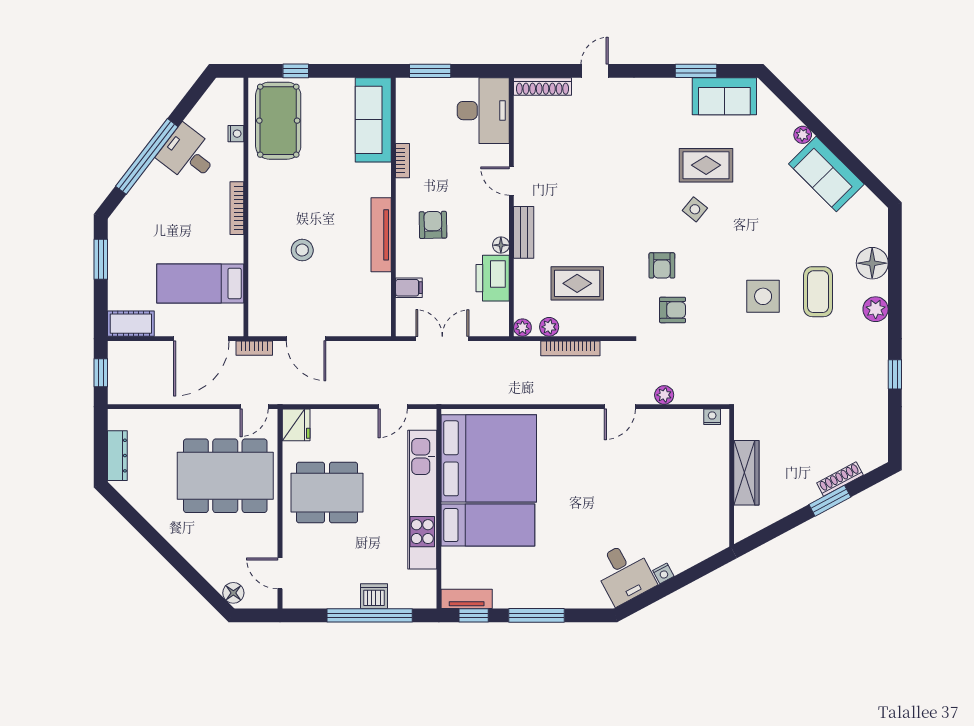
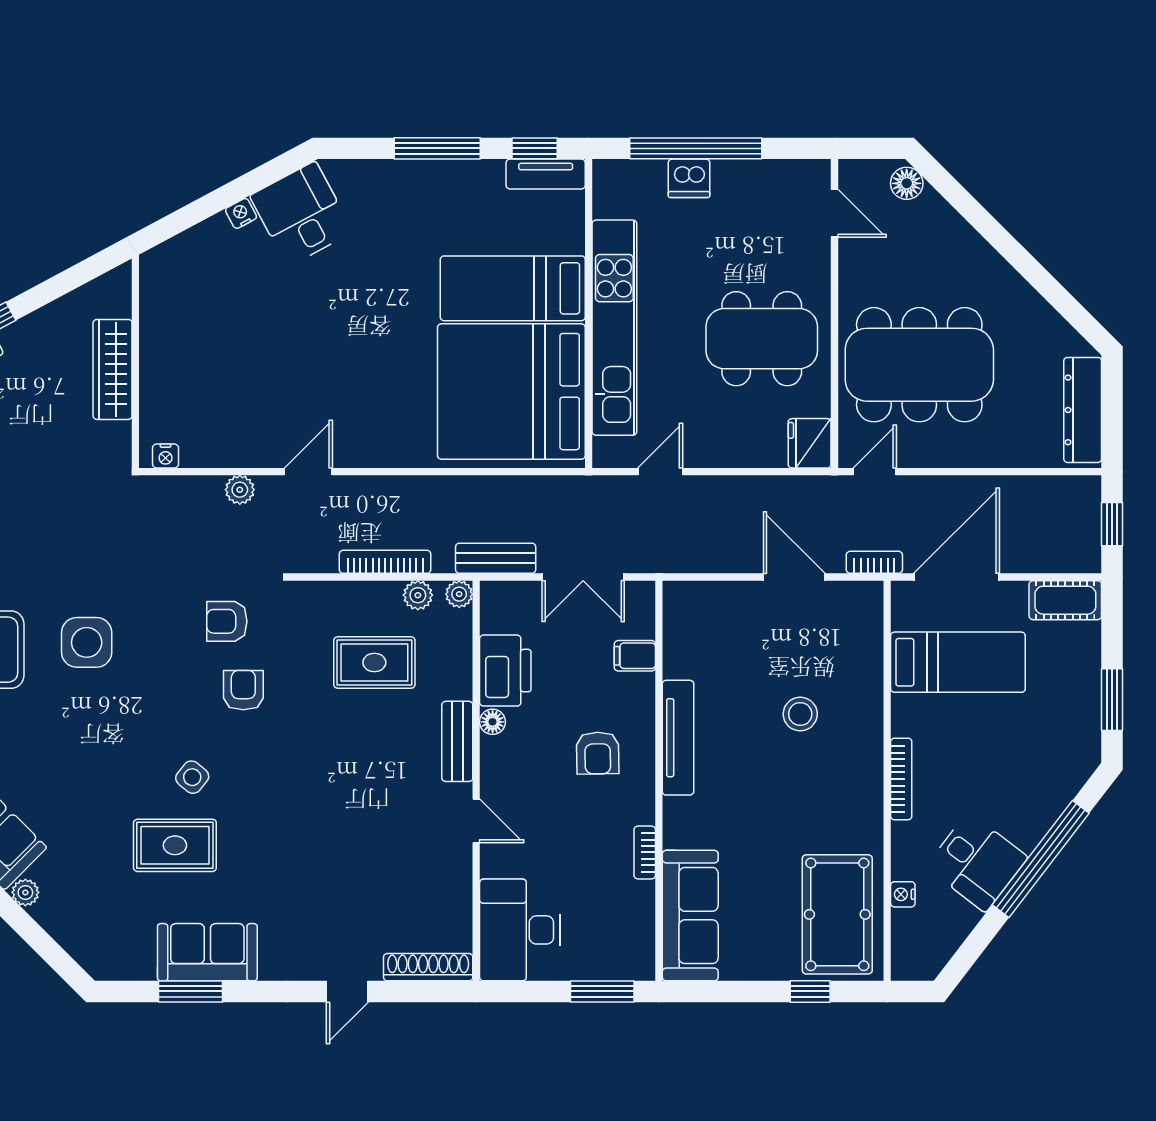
sofa: (724, 96) -> (207, 952), moved
bench: (499, 351) -> (496, 558), added
dresser: (117, 456) -> (1083, 410), width x1.37, depth x1.24

